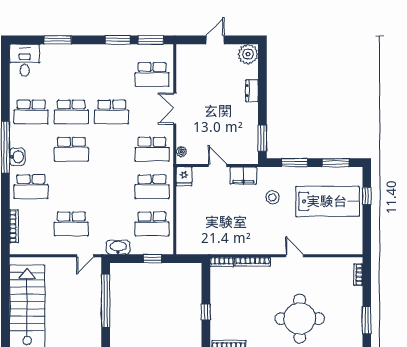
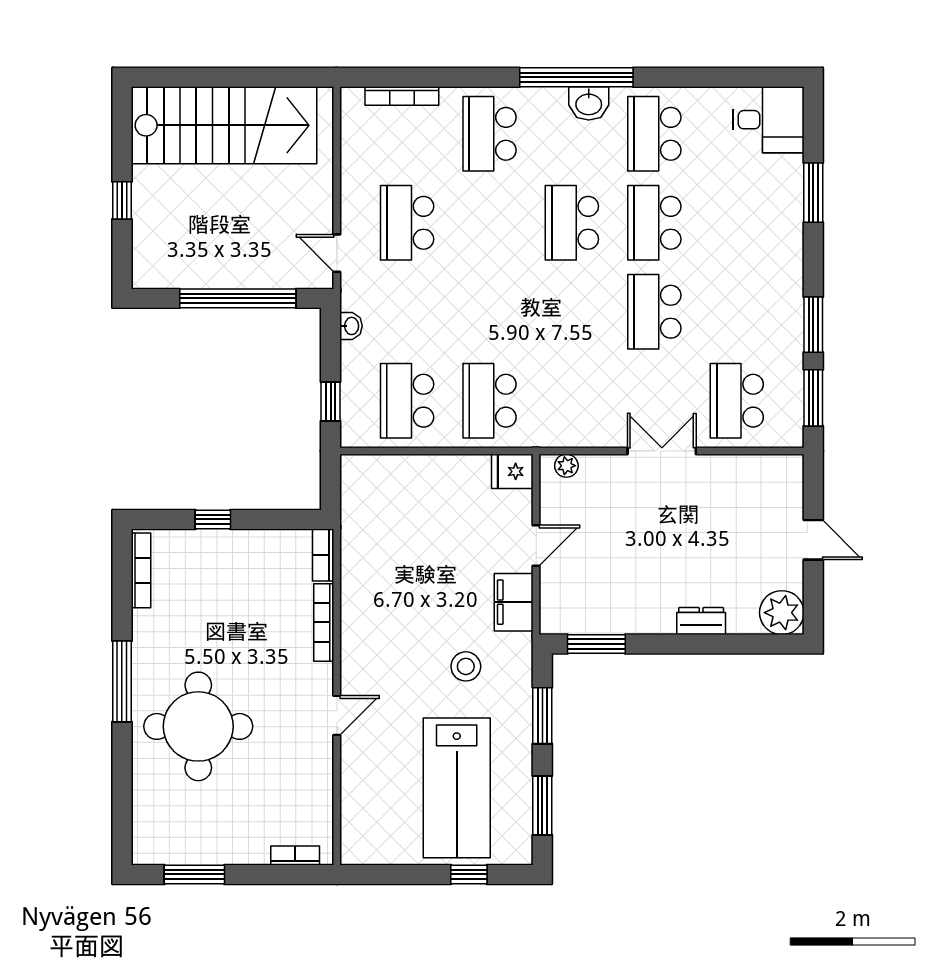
school desk: (152, 149) -> (572, 401), removed
washbasin: (17, 157) -> (589, 103), moved
washbasin: (118, 247) -> (351, 326), width x0.52, depth x0.69

